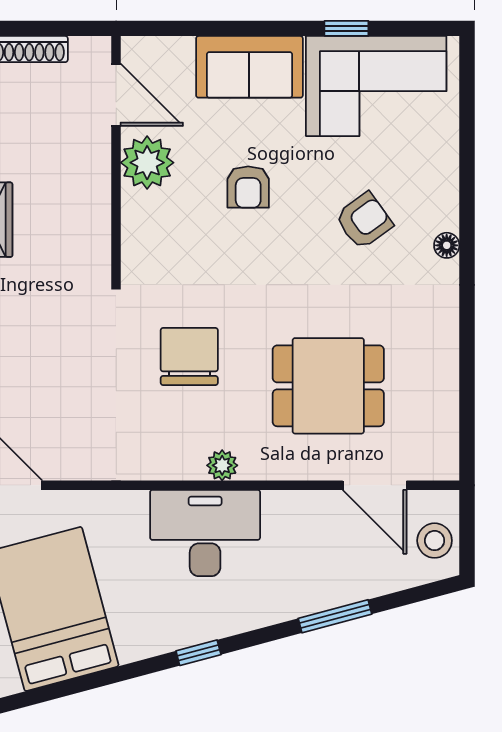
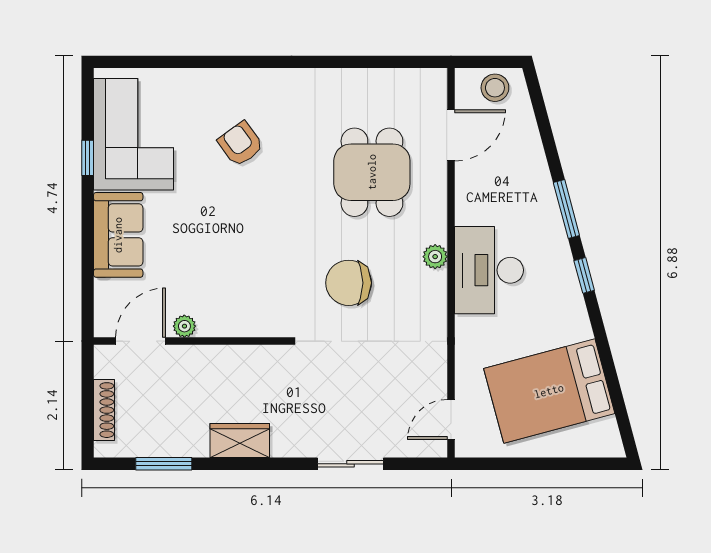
plant: (147, 163) -> (184, 326), width x0.53, depth x0.53
armchair: (248, 187) -> (214, 236), removed
floor lamp: (447, 245) -> (260, 78), removed
window: (335, 616) -> (566, 209), moved

